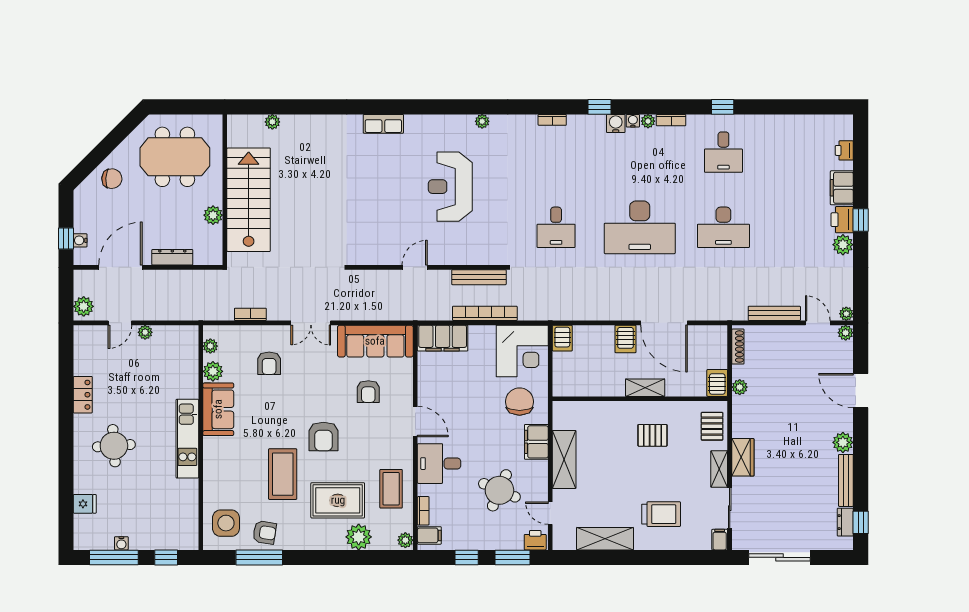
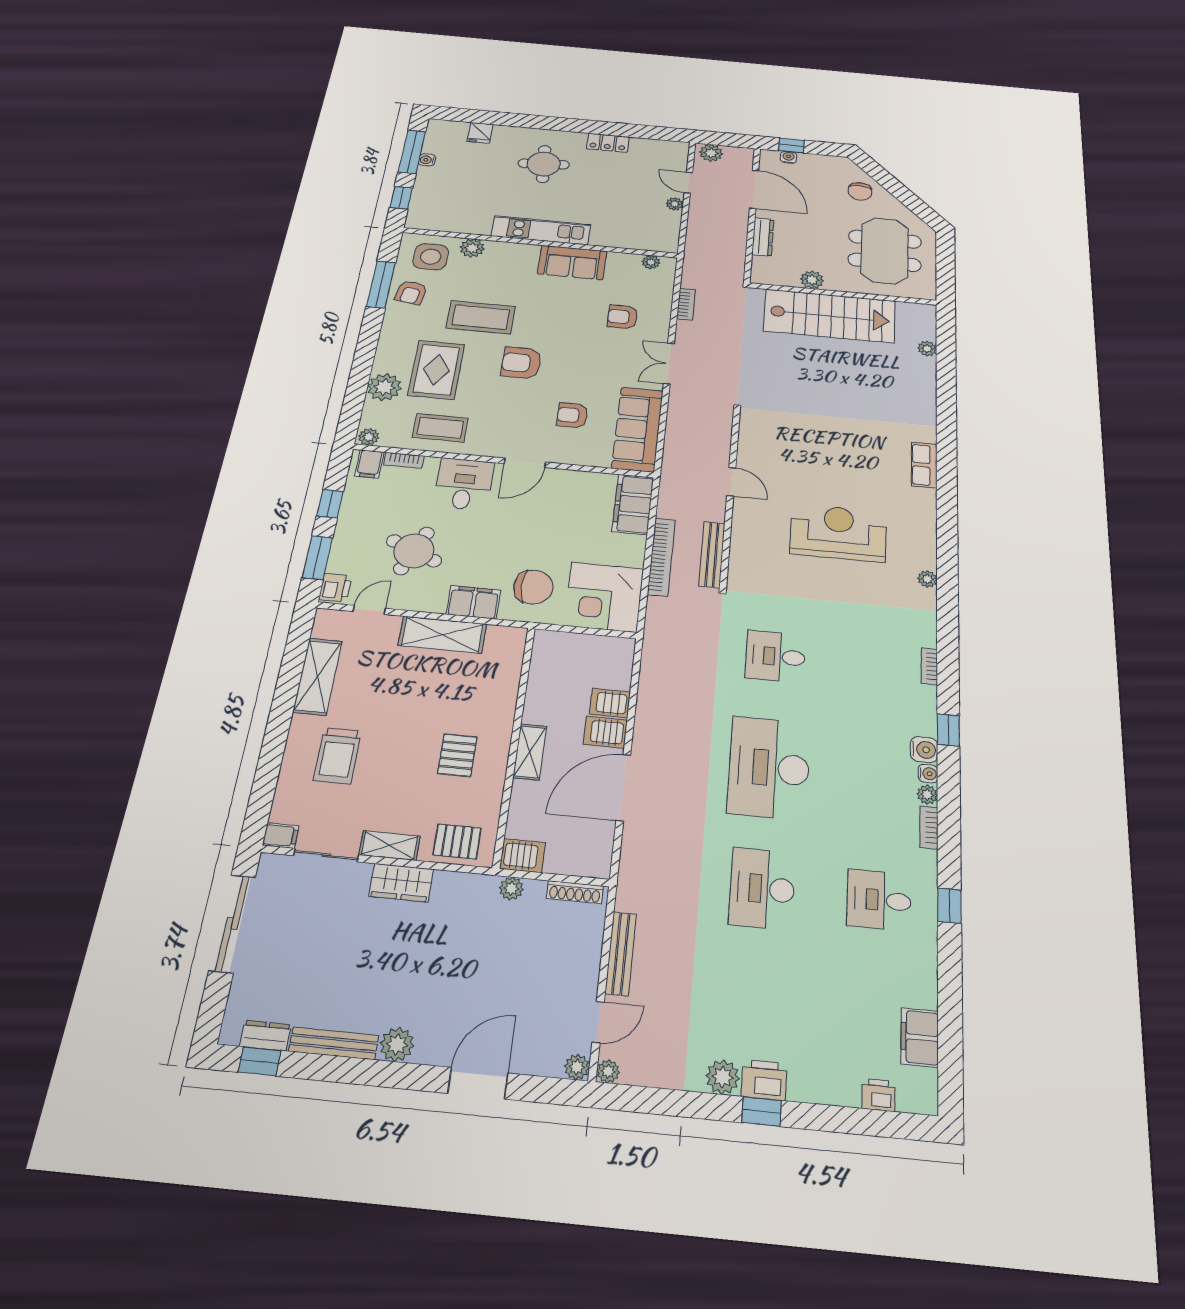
filing cabinet: (842, 188) -> (920, 1037), moved, turned -90
server rack: (562, 338) -> (610, 703), moved
plant: (213, 371) -> (472, 248), moved

